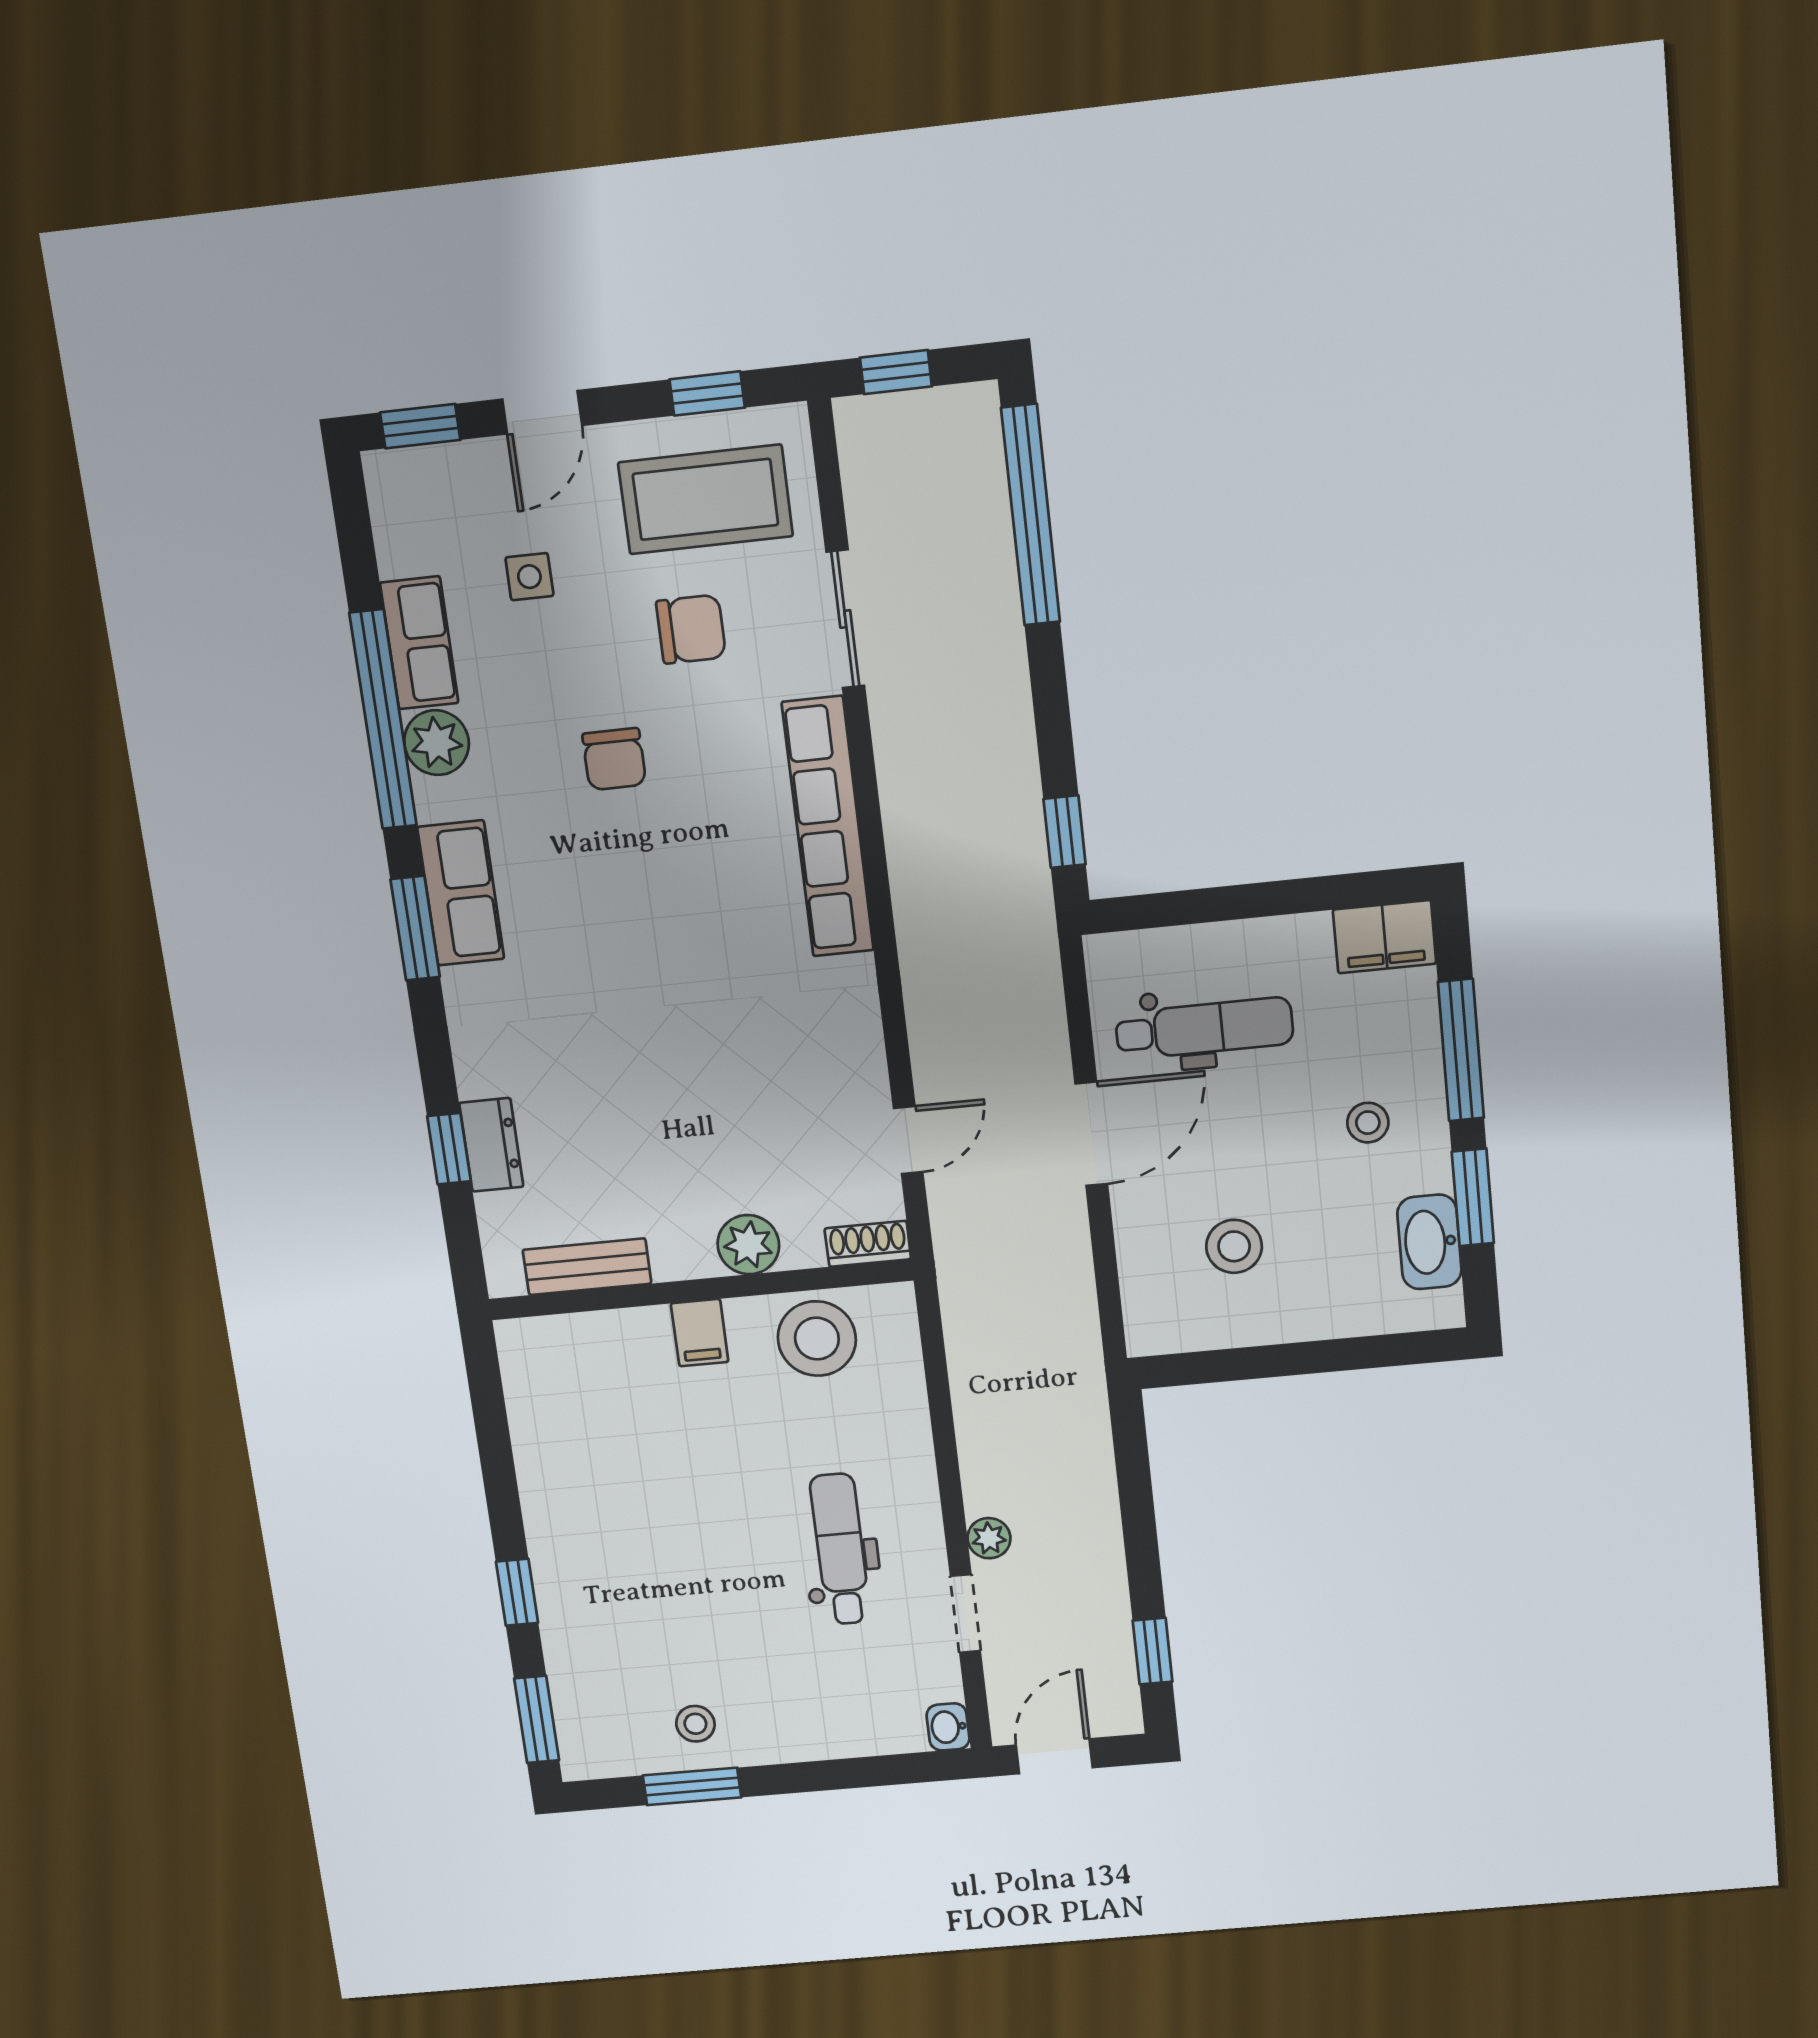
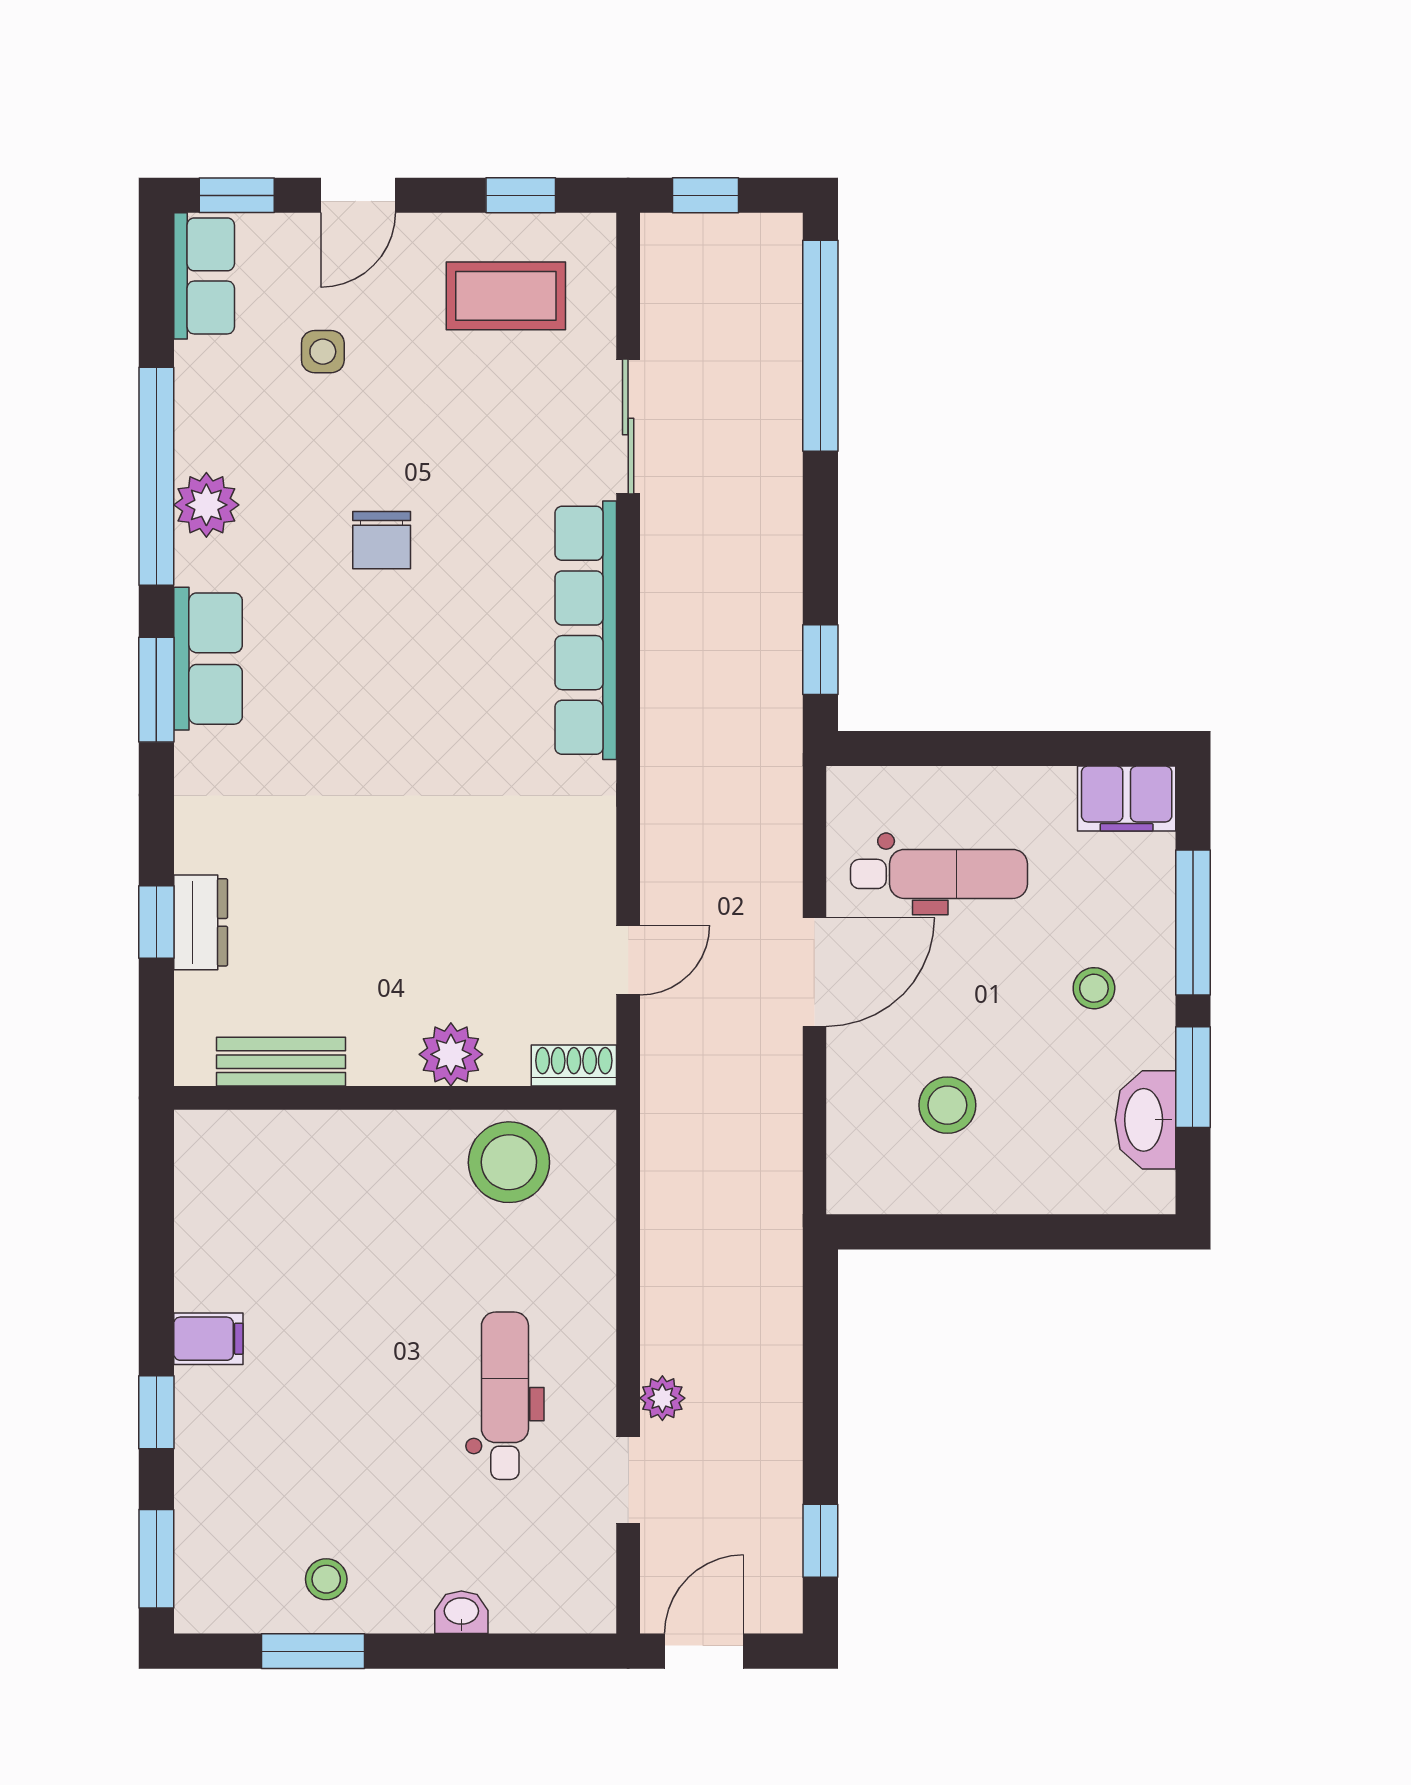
coffee table: (705, 499) -> (506, 296), width x0.73, depth x0.76
chair: (691, 629) -> (475, 420), removed
row of seats: (419, 643) -> (204, 276), moved
filing cabinet: (700, 1333) -> (208, 1339), moved, turned -90
washbasin: (948, 1727) -> (461, 1612), moved, turned 90

